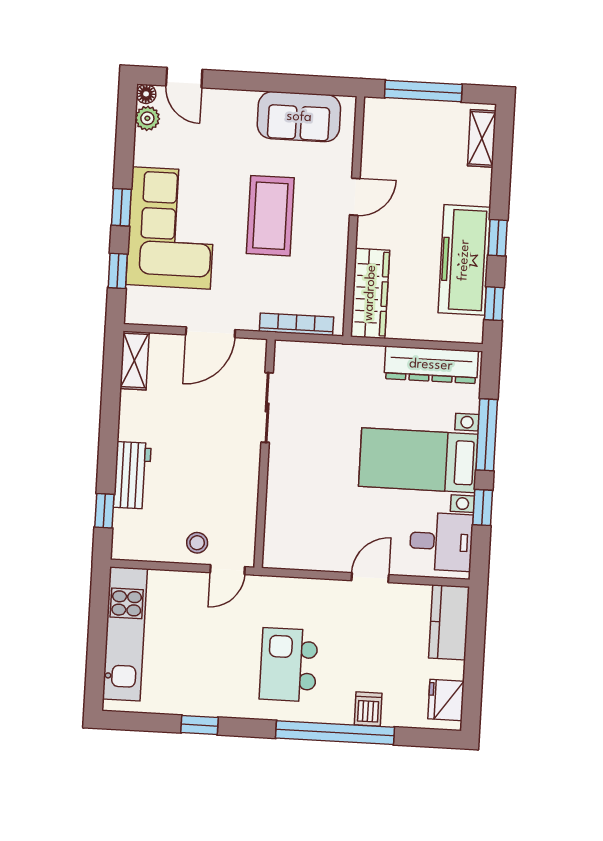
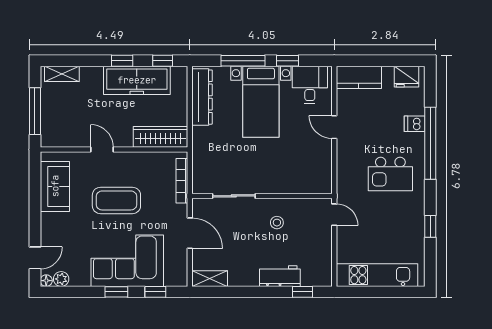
stool: (197, 543) -> (277, 223), moved

